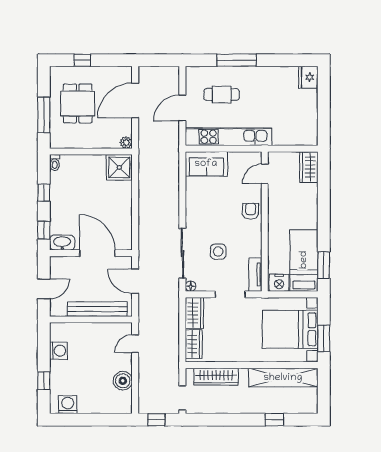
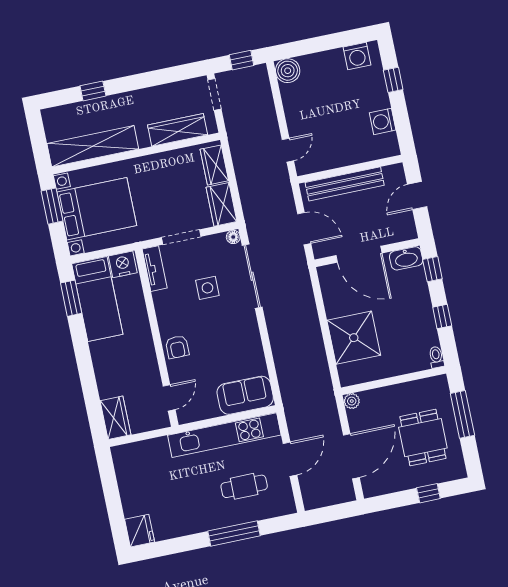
shower: (119, 167) -> (354, 338), moved, width x1.37, depth x1.37
boiler: (123, 381) -> (288, 71), moved

